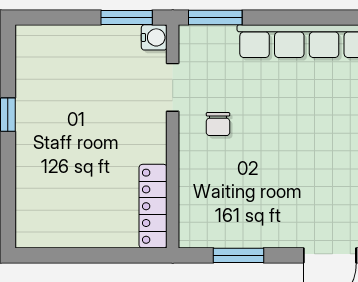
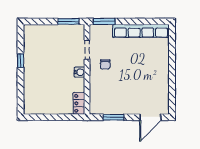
water cooler: (154, 37) -> (80, 72), moved
locker: (153, 206) -> (79, 103), width x0.66

